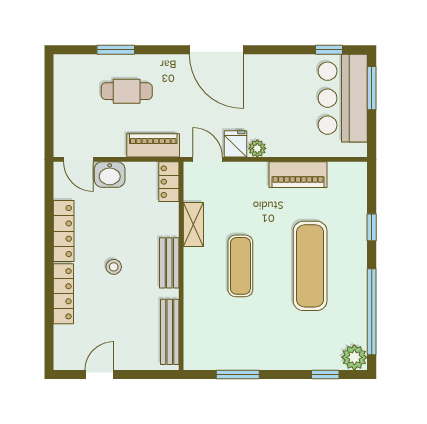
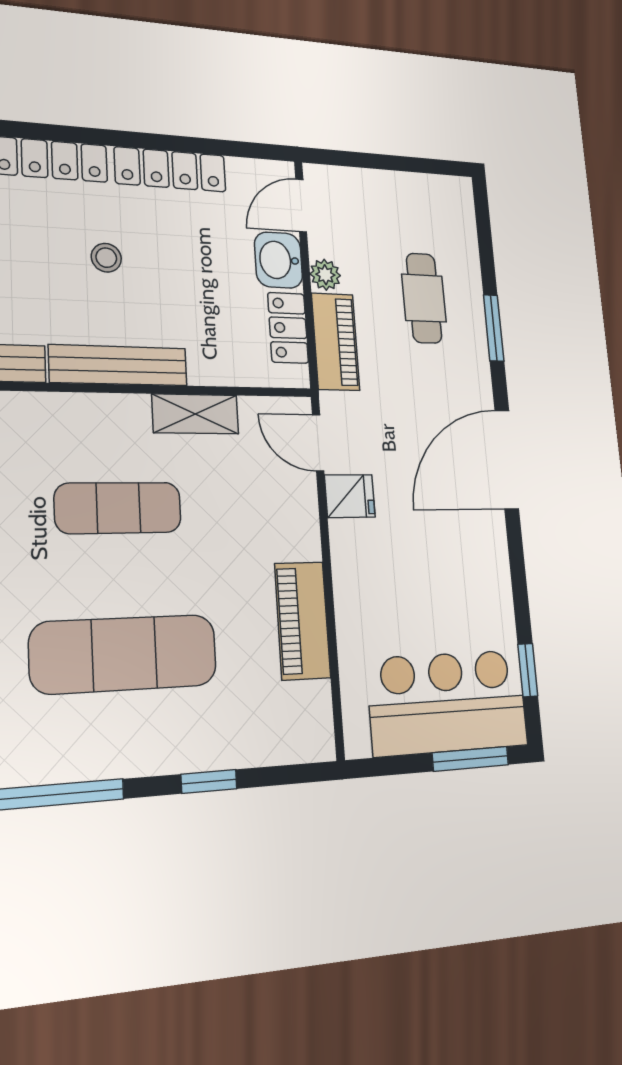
window: (116, 50) -> (494, 328), moved
plant: (257, 148) -> (325, 275), moved
door: (208, 159) -> (318, 443), swing flipped
locker: (169, 182) -> (288, 328), moved, turned -90
bench: (169, 263) -> (119, 365), width x1.36

